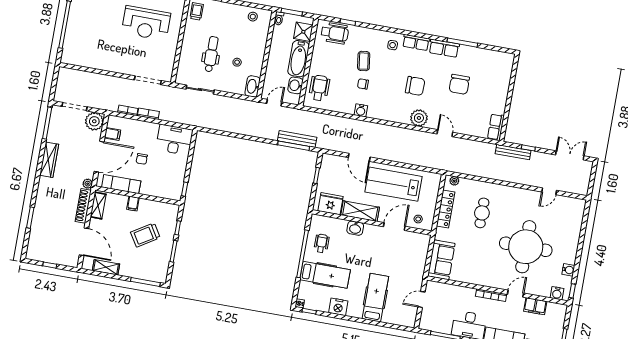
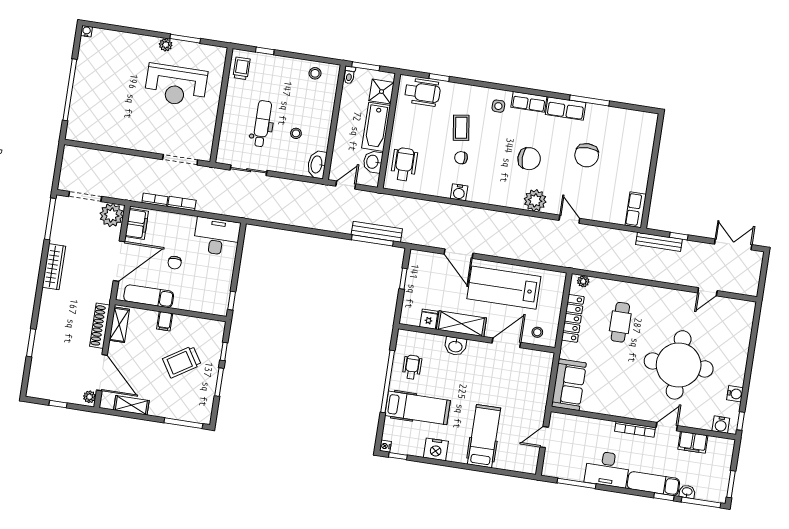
filing cabinet: (112, 134) -> (137, 224), width x2.00
plant: (88, 184) -> (89, 397), moved
fridge: (331, 204) -> (429, 319), width x0.53, depth x0.75

